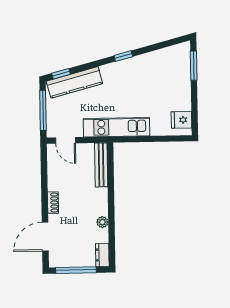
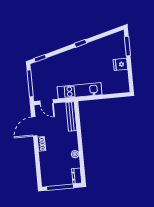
kitchen counter: (74, 82) -> (50, 63), removed
fridge: (181, 120) -> (120, 64), moved
door: (45, 237) -> (34, 126), moved

